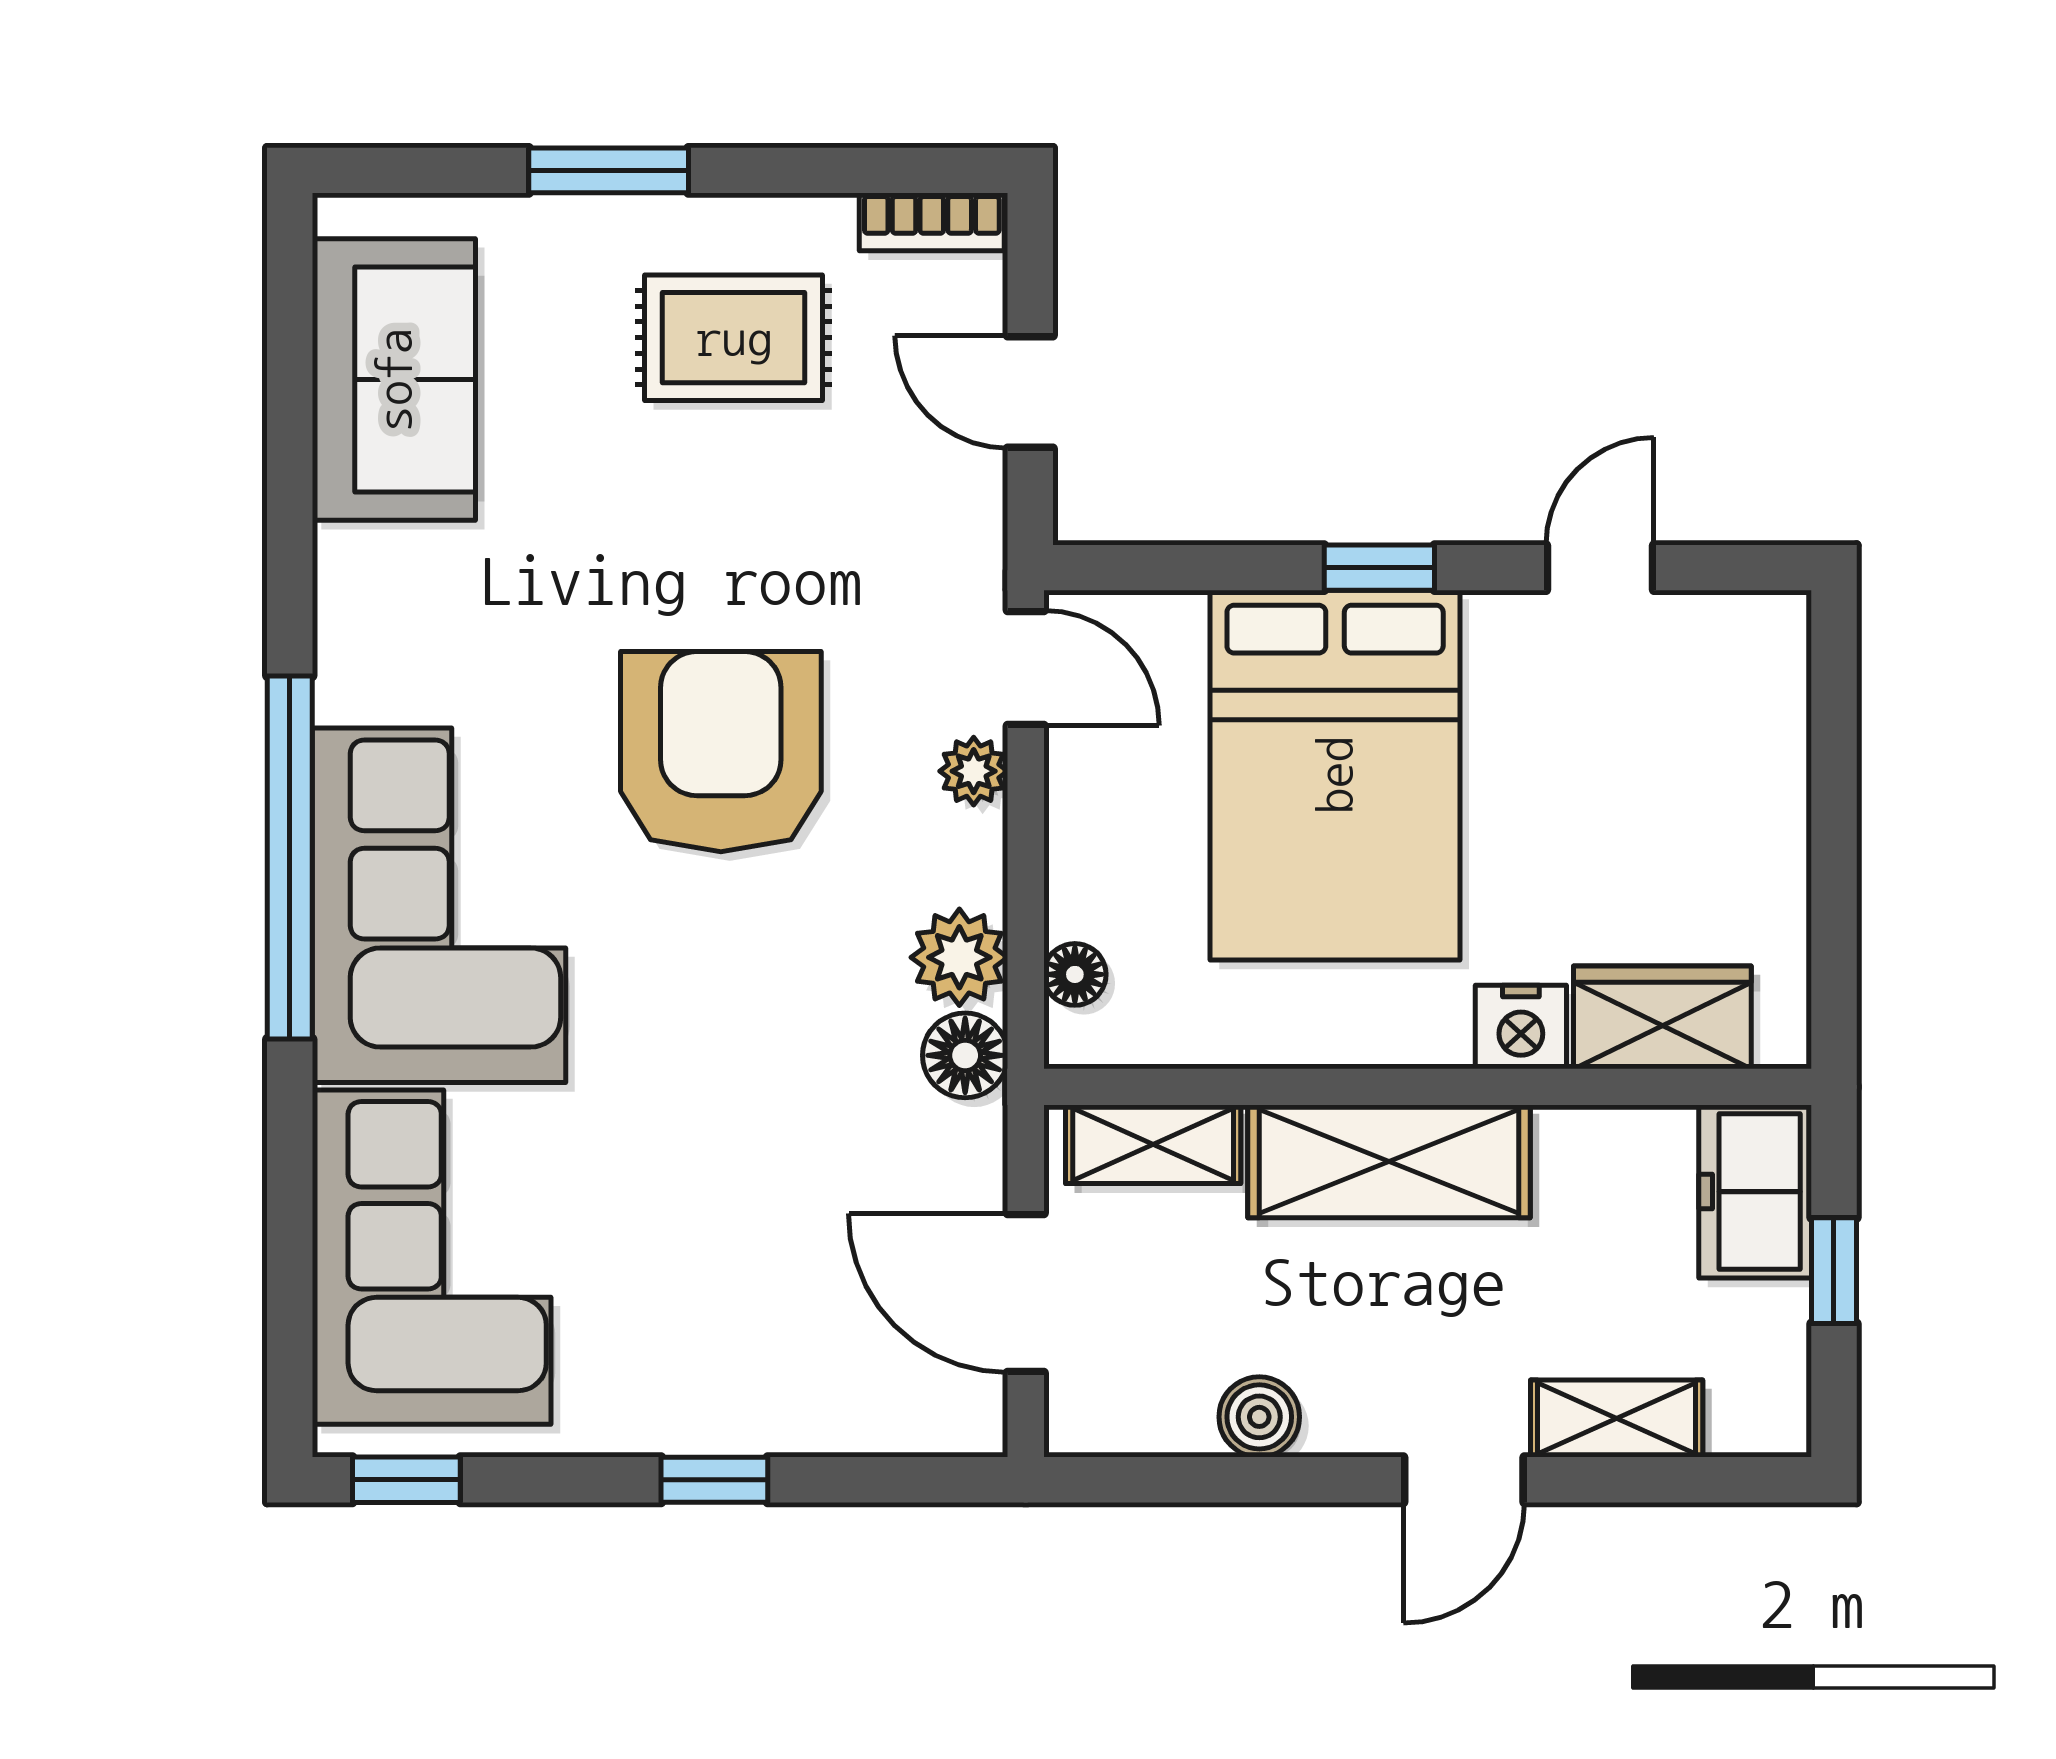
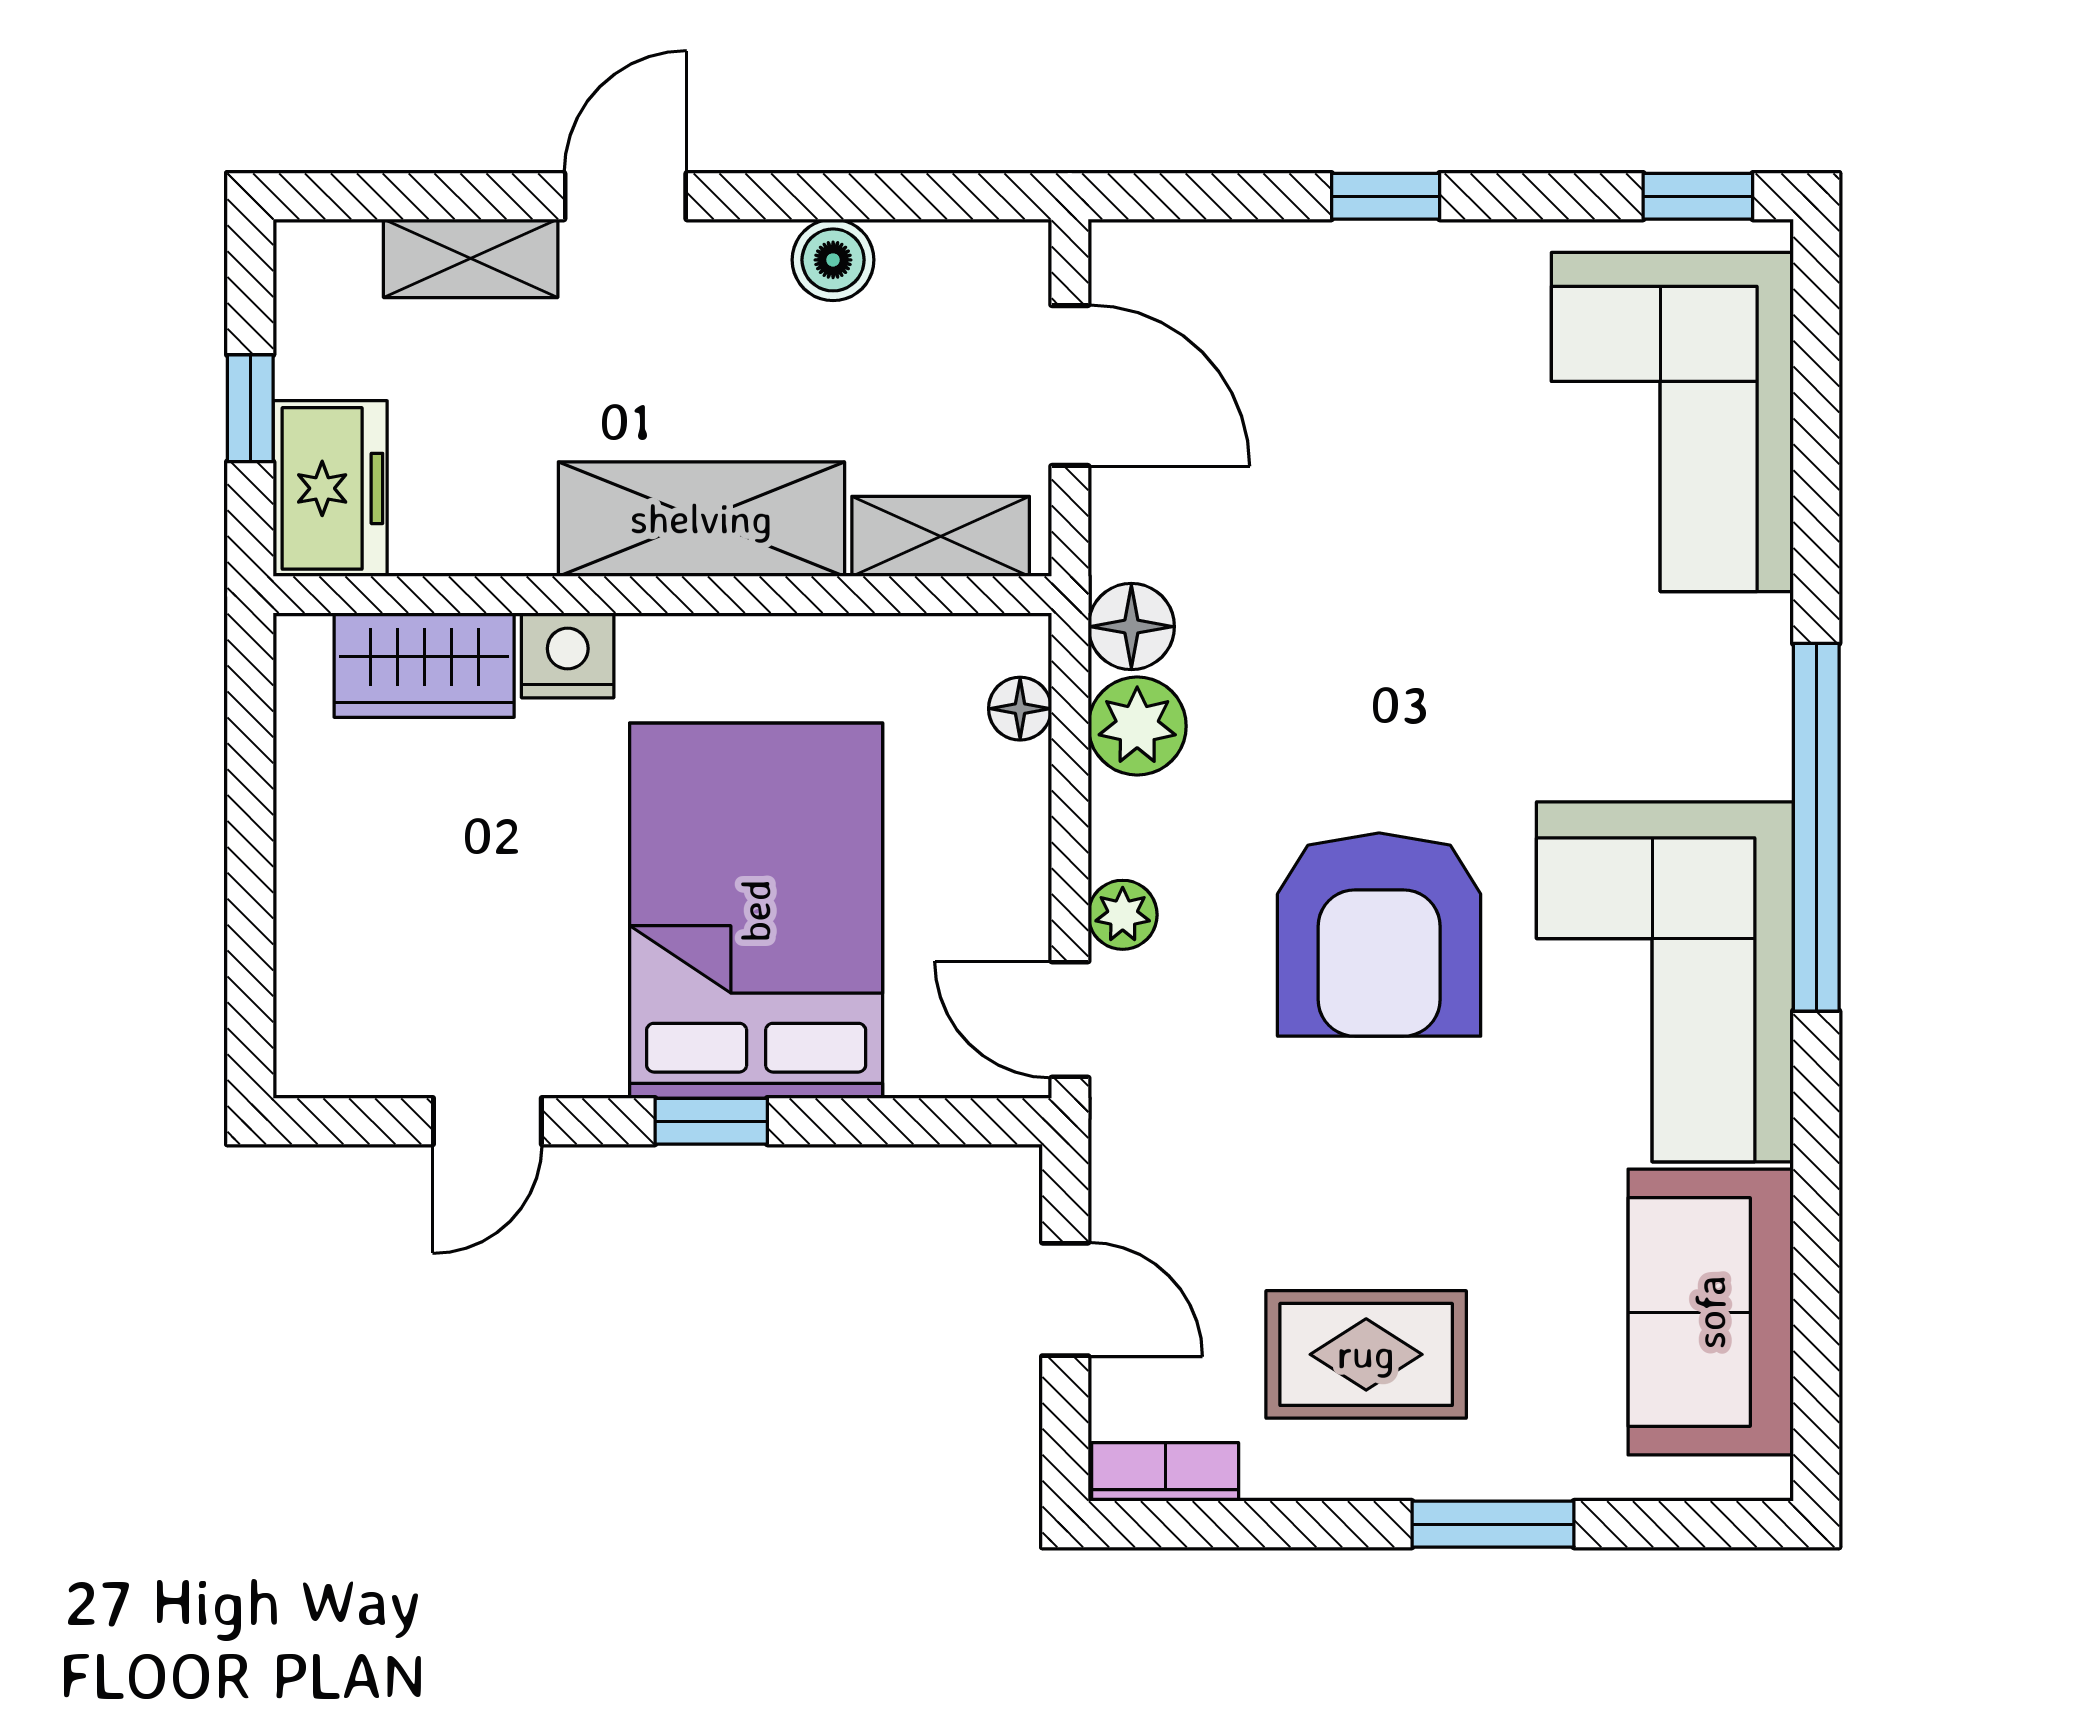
corner sofa: (439, 905) -> (1665, 982), moved

